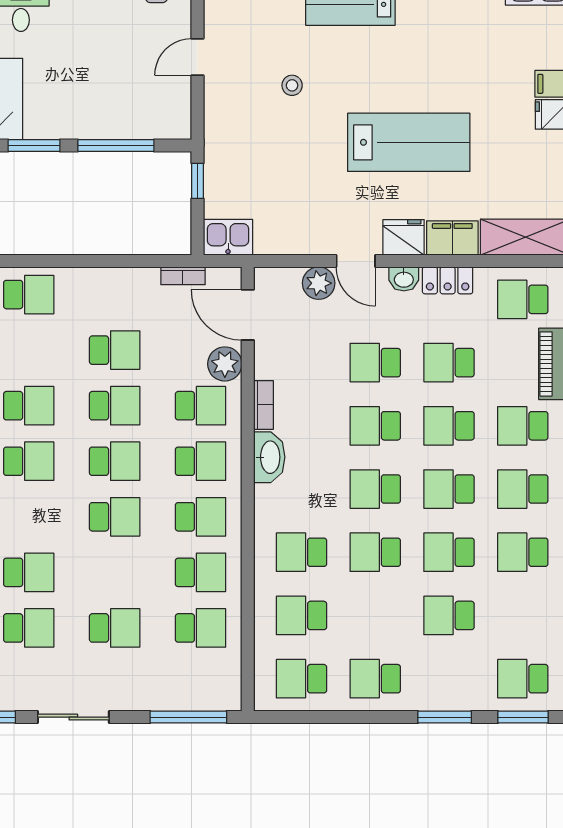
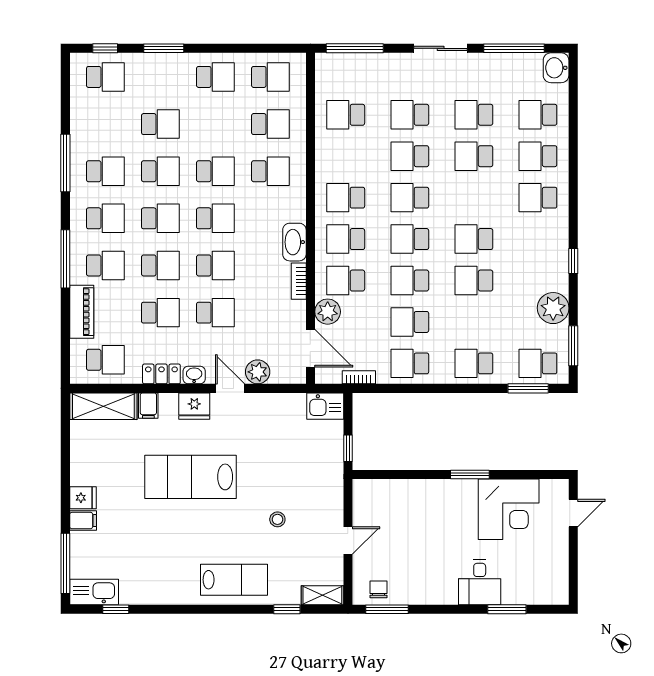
window: (116, 146) -> (409, 474), removed
filing cabinet: (452, 238) -> (148, 406), width x0.50
school desk: (115, 295) -> (410, 363), added
school desk: (200, 572) -> (410, 156), moved
window: (523, 717) -> (105, 48), width x0.67

